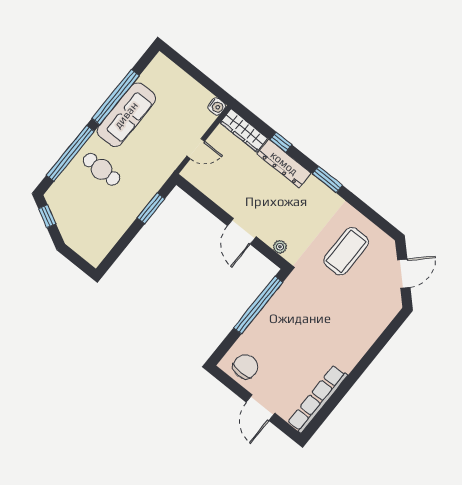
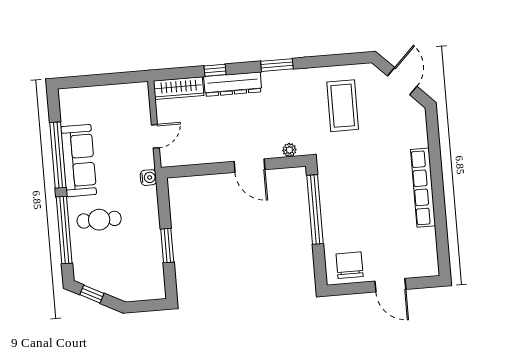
water cooler: (217, 107) -> (148, 178), moved
window: (151, 208) -> (167, 246), moved
row of seats: (318, 399) -> (423, 188), moved

